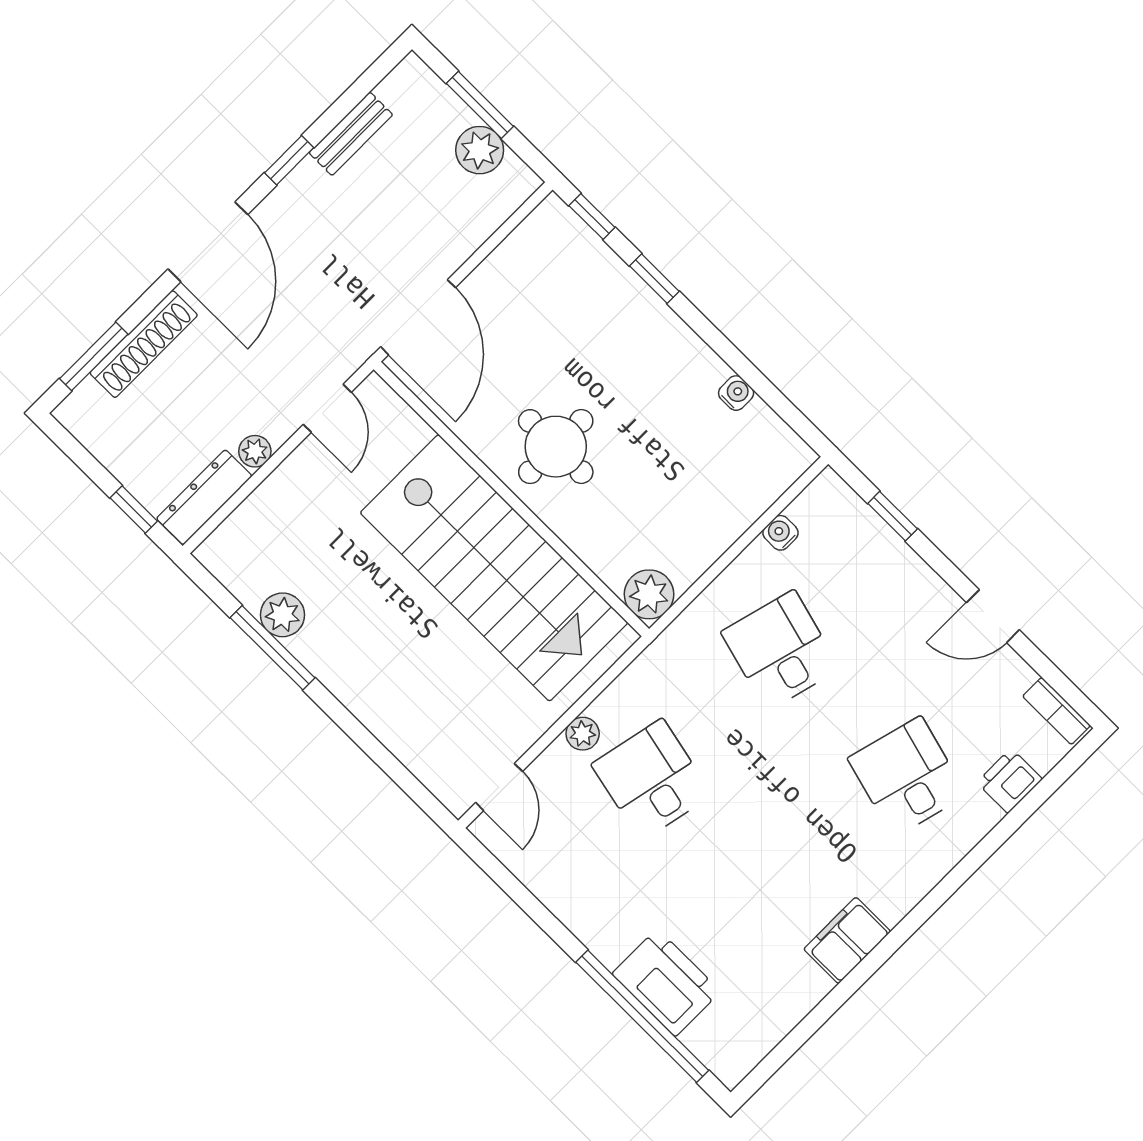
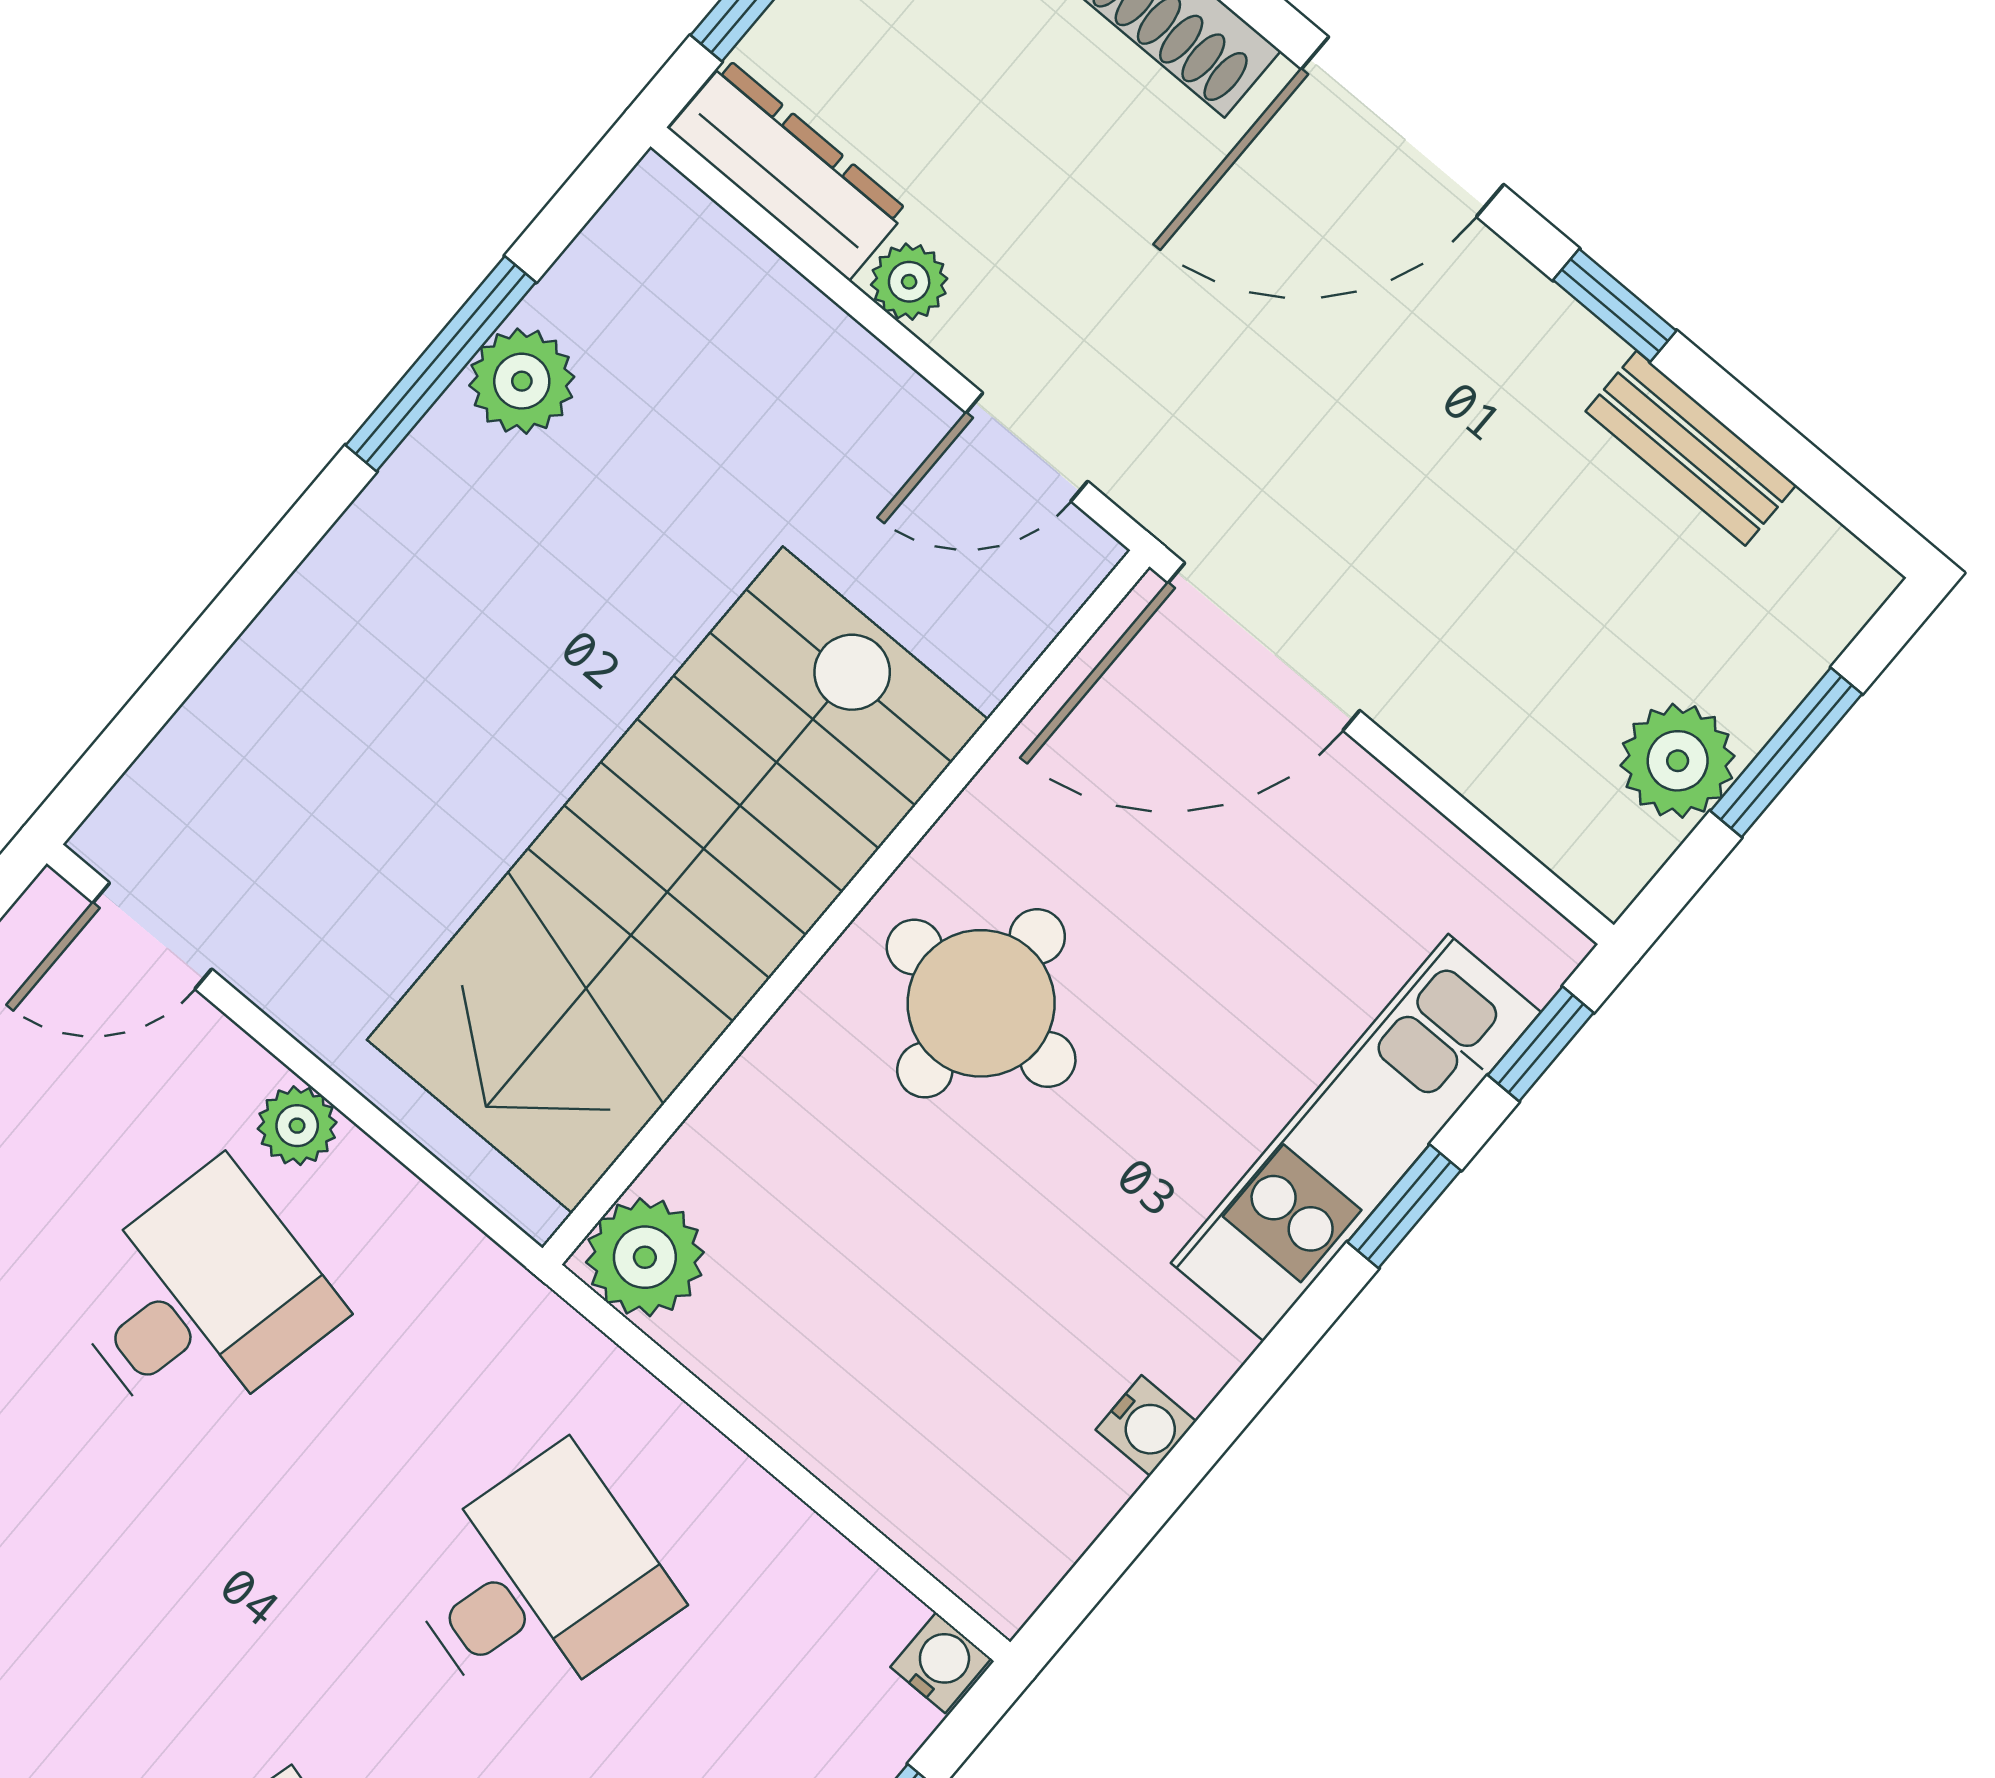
kitchen unit: (624, 296) -> (1356, 1137), added
water cooler: (781, 533) -> (941, 1663), moved

